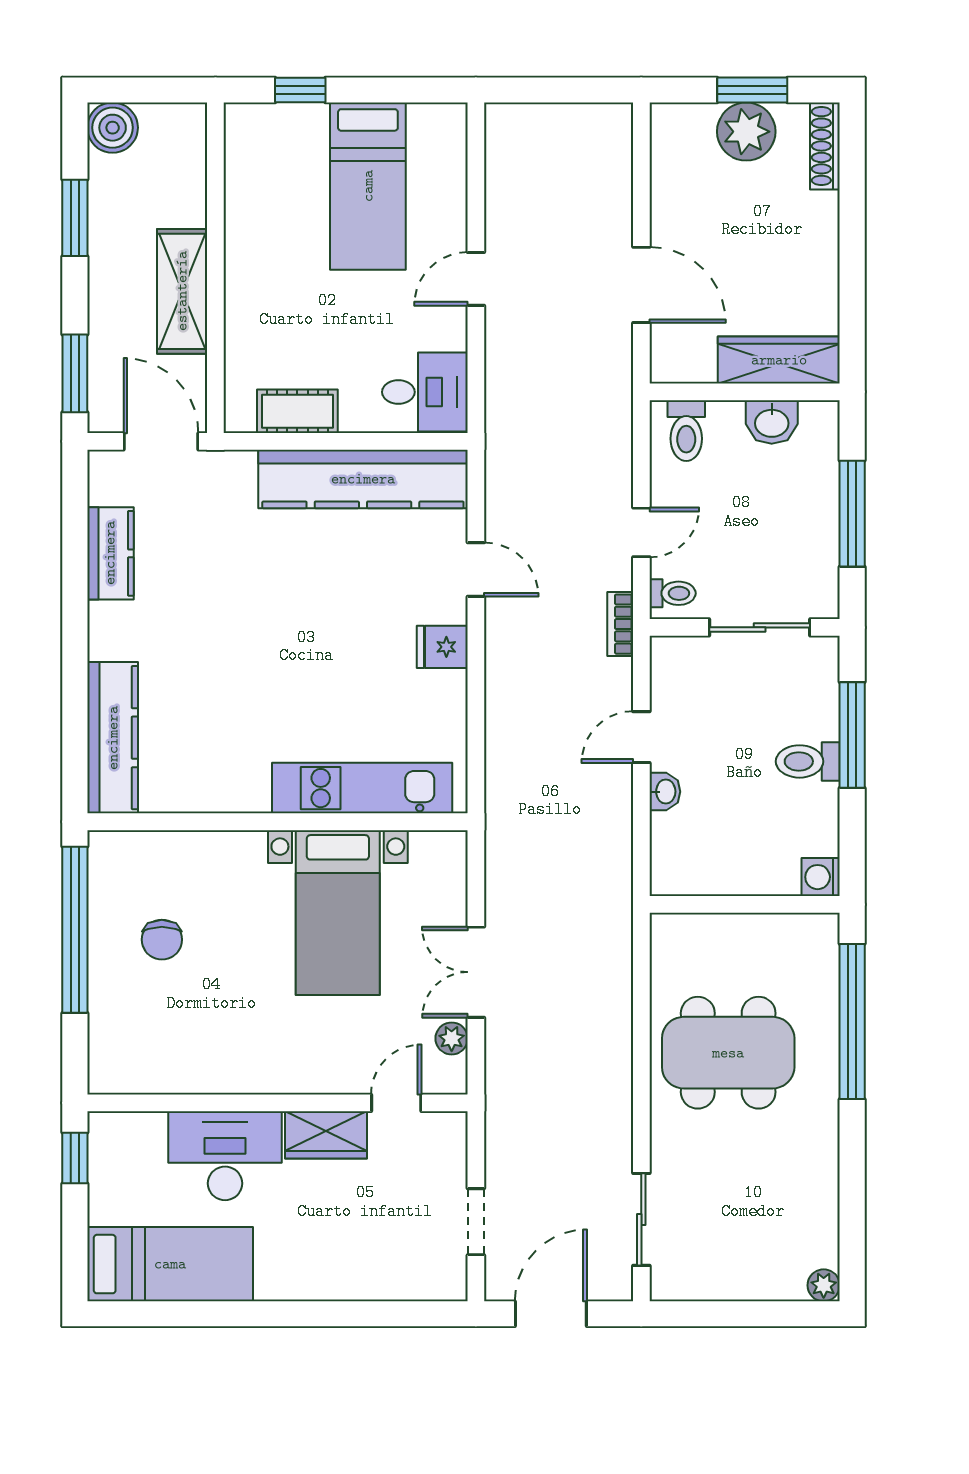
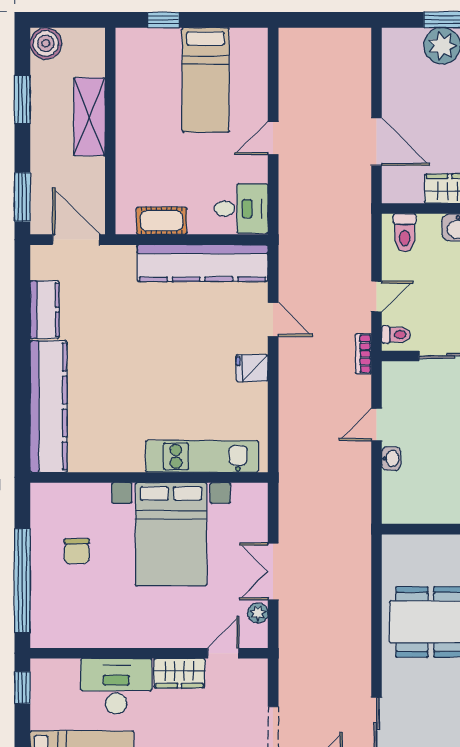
shelving: (182, 291) -> (89, 117), moved
kitchen counter: (113, 738) -> (49, 406), width x1.39, depth x1.17
bed with nightstands: (338, 913) -> (171, 534), width x1.36
window: (75, 930) -> (22, 581), moved

